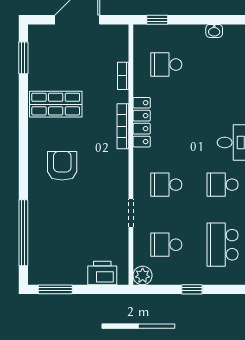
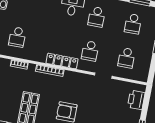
locker: (142, 122) -> (62, 61), moved
school desk: (223, 245) -> (133, 24), width x0.54
plant: (143, 275) -> (142, 76), removed

